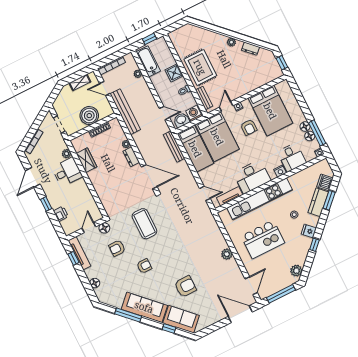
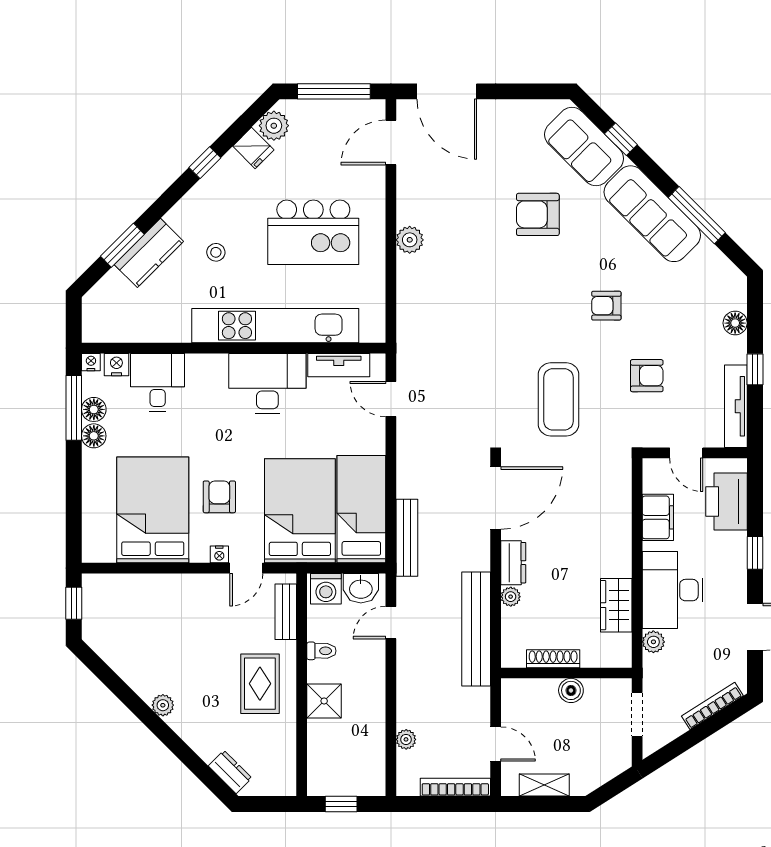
dresser: (250, 49) -> (230, 772), moved
bathtub: (148, 61) -> (369, 755), removed
rug: (200, 67) -> (260, 684), width x0.73, depth x0.70
bench: (125, 112) -> (476, 629), moved
door: (164, 113) -> (391, 623), hinge flipped
boiler: (89, 116) -> (571, 690), width x0.54, depth x0.54
nightstand: (280, 171) -> (116, 365), moved
desk: (67, 172) -> (673, 590), width x1.37
door: (149, 177) -> (496, 498), swing flipped
dishwasher: (325, 182) -> (112, 289), removed
filing cabinet: (87, 199) -> (658, 517), added
printer: (61, 214) -> (727, 501), width x1.87, depth x1.48
door: (89, 227) -> (686, 453), hinge flipped
floor lamp: (104, 228) -> (652, 435), removed
fridge: (309, 231) -> (253, 148), moved
kitchen island: (263, 239) -> (313, 232), turned 180
window: (73, 258) -> (755, 369), moved

